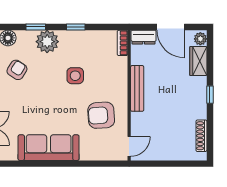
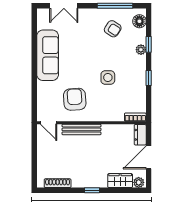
plant: (47, 42) -> (141, 50), width x0.53, depth x0.53
bench: (137, 88) -> (81, 129), moved

